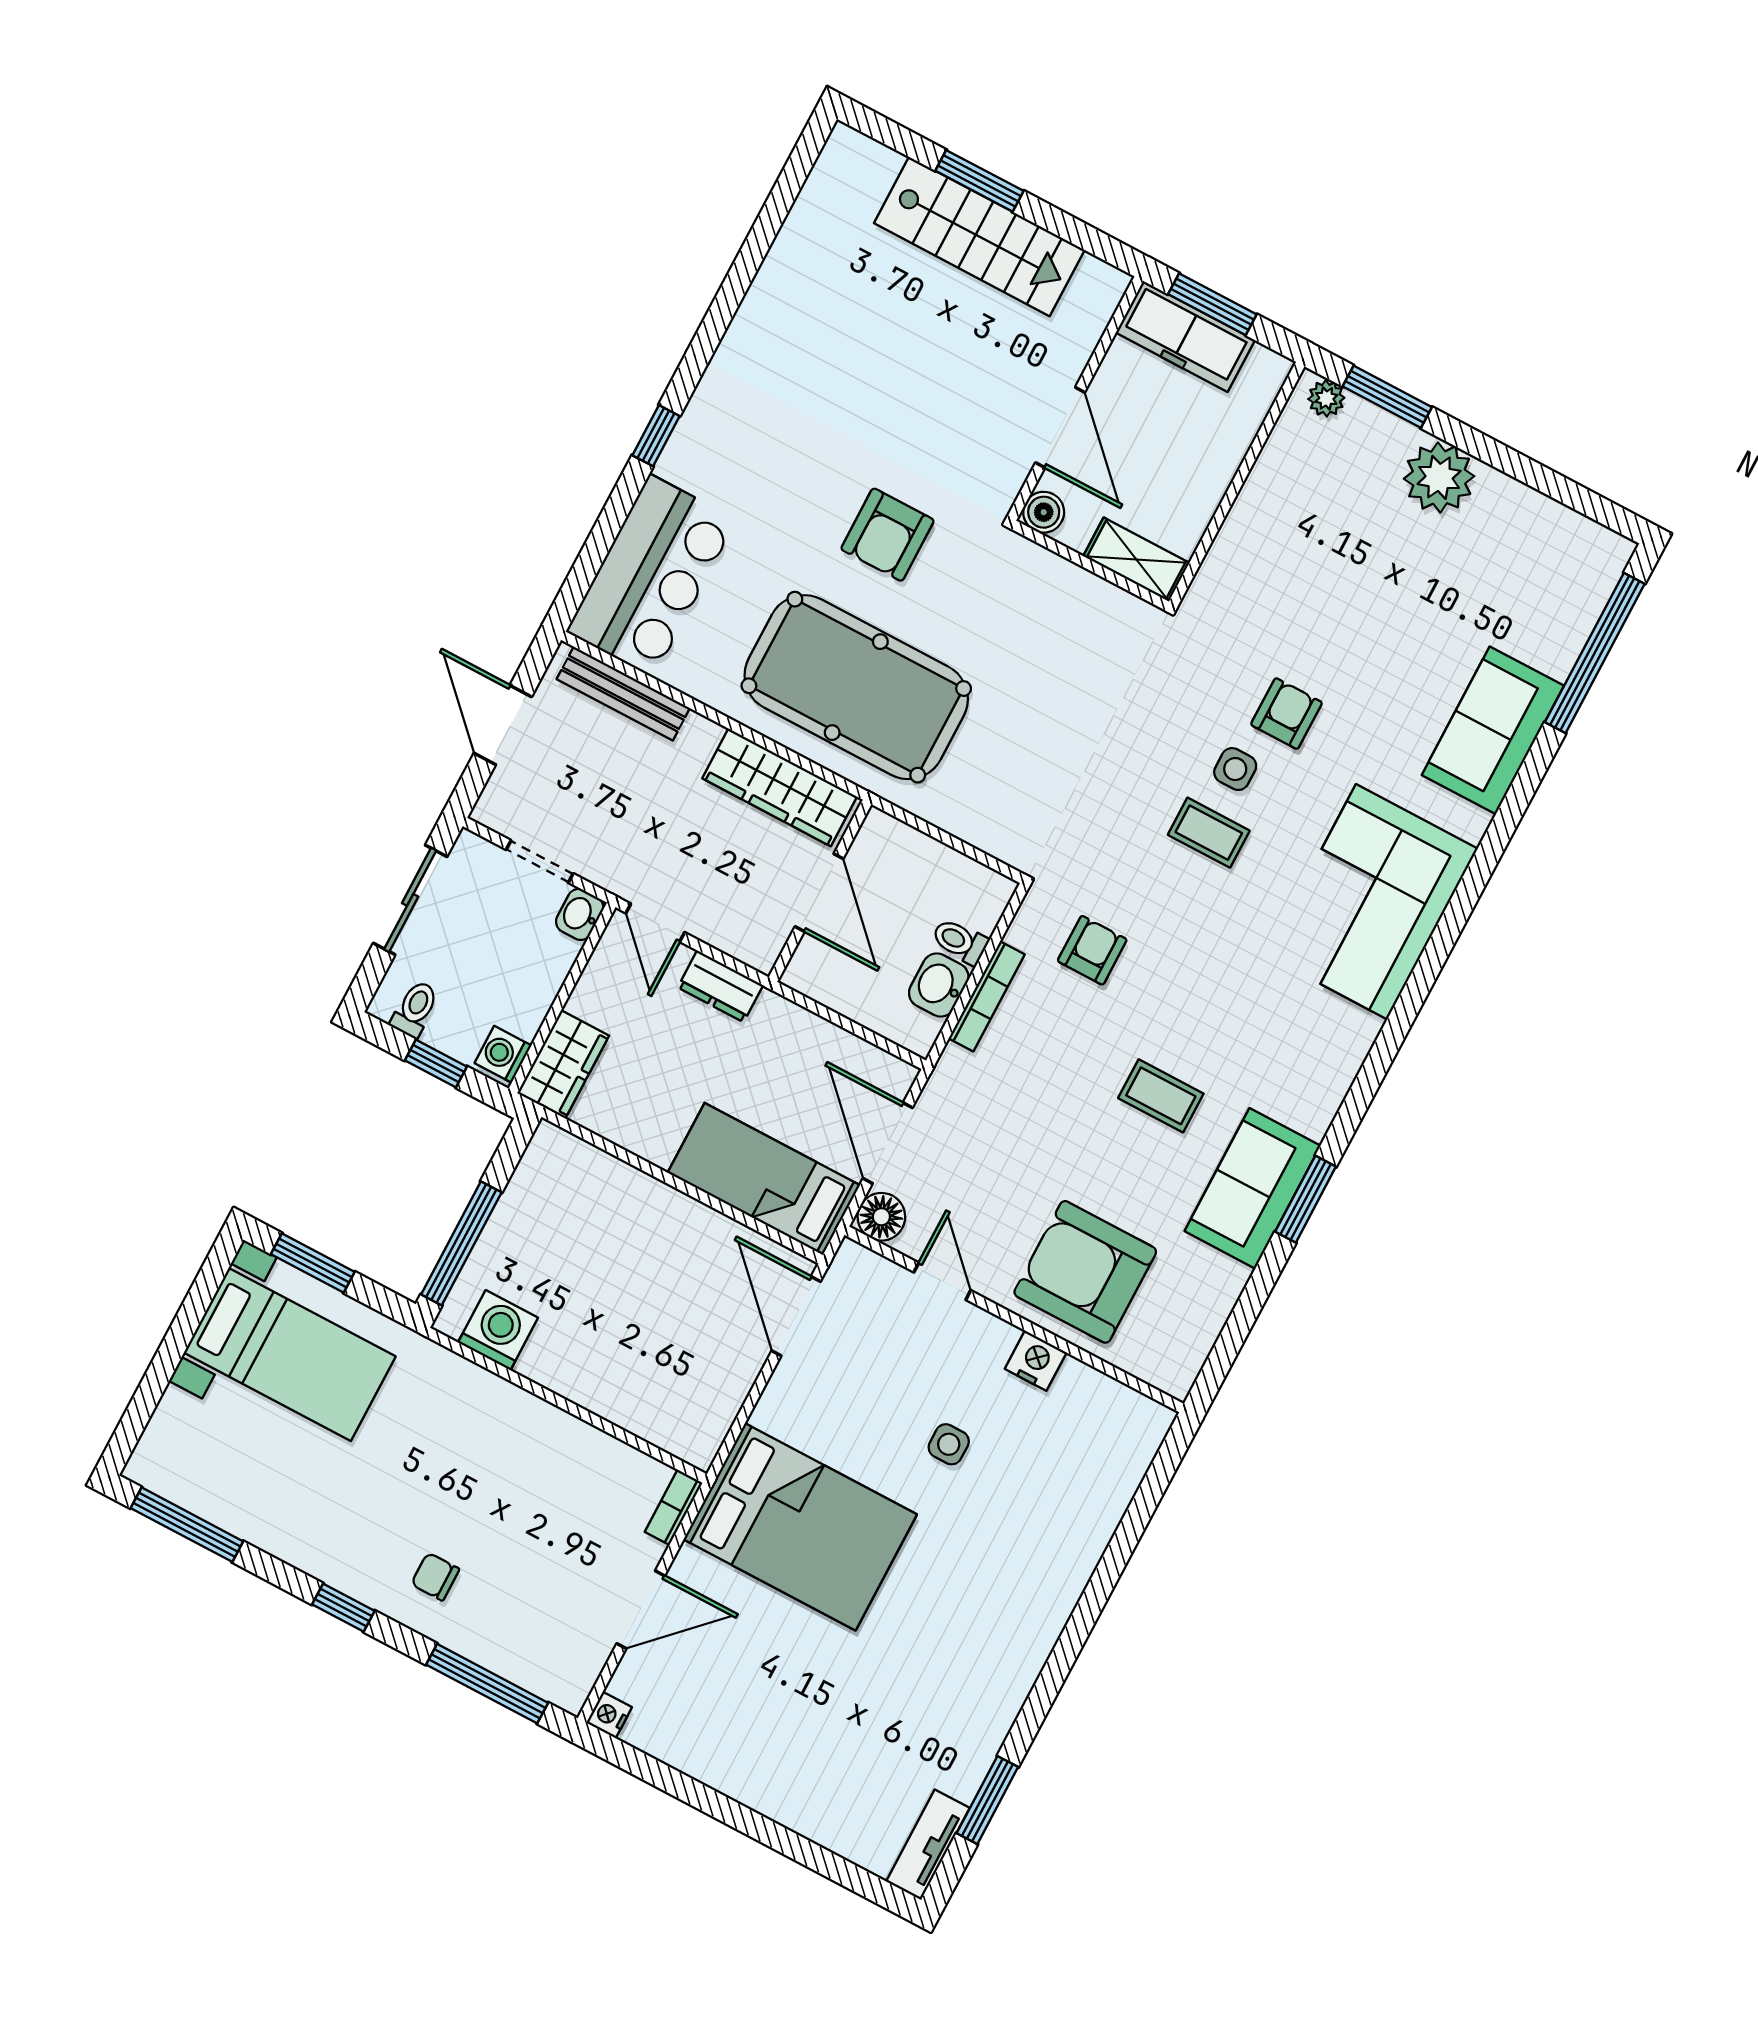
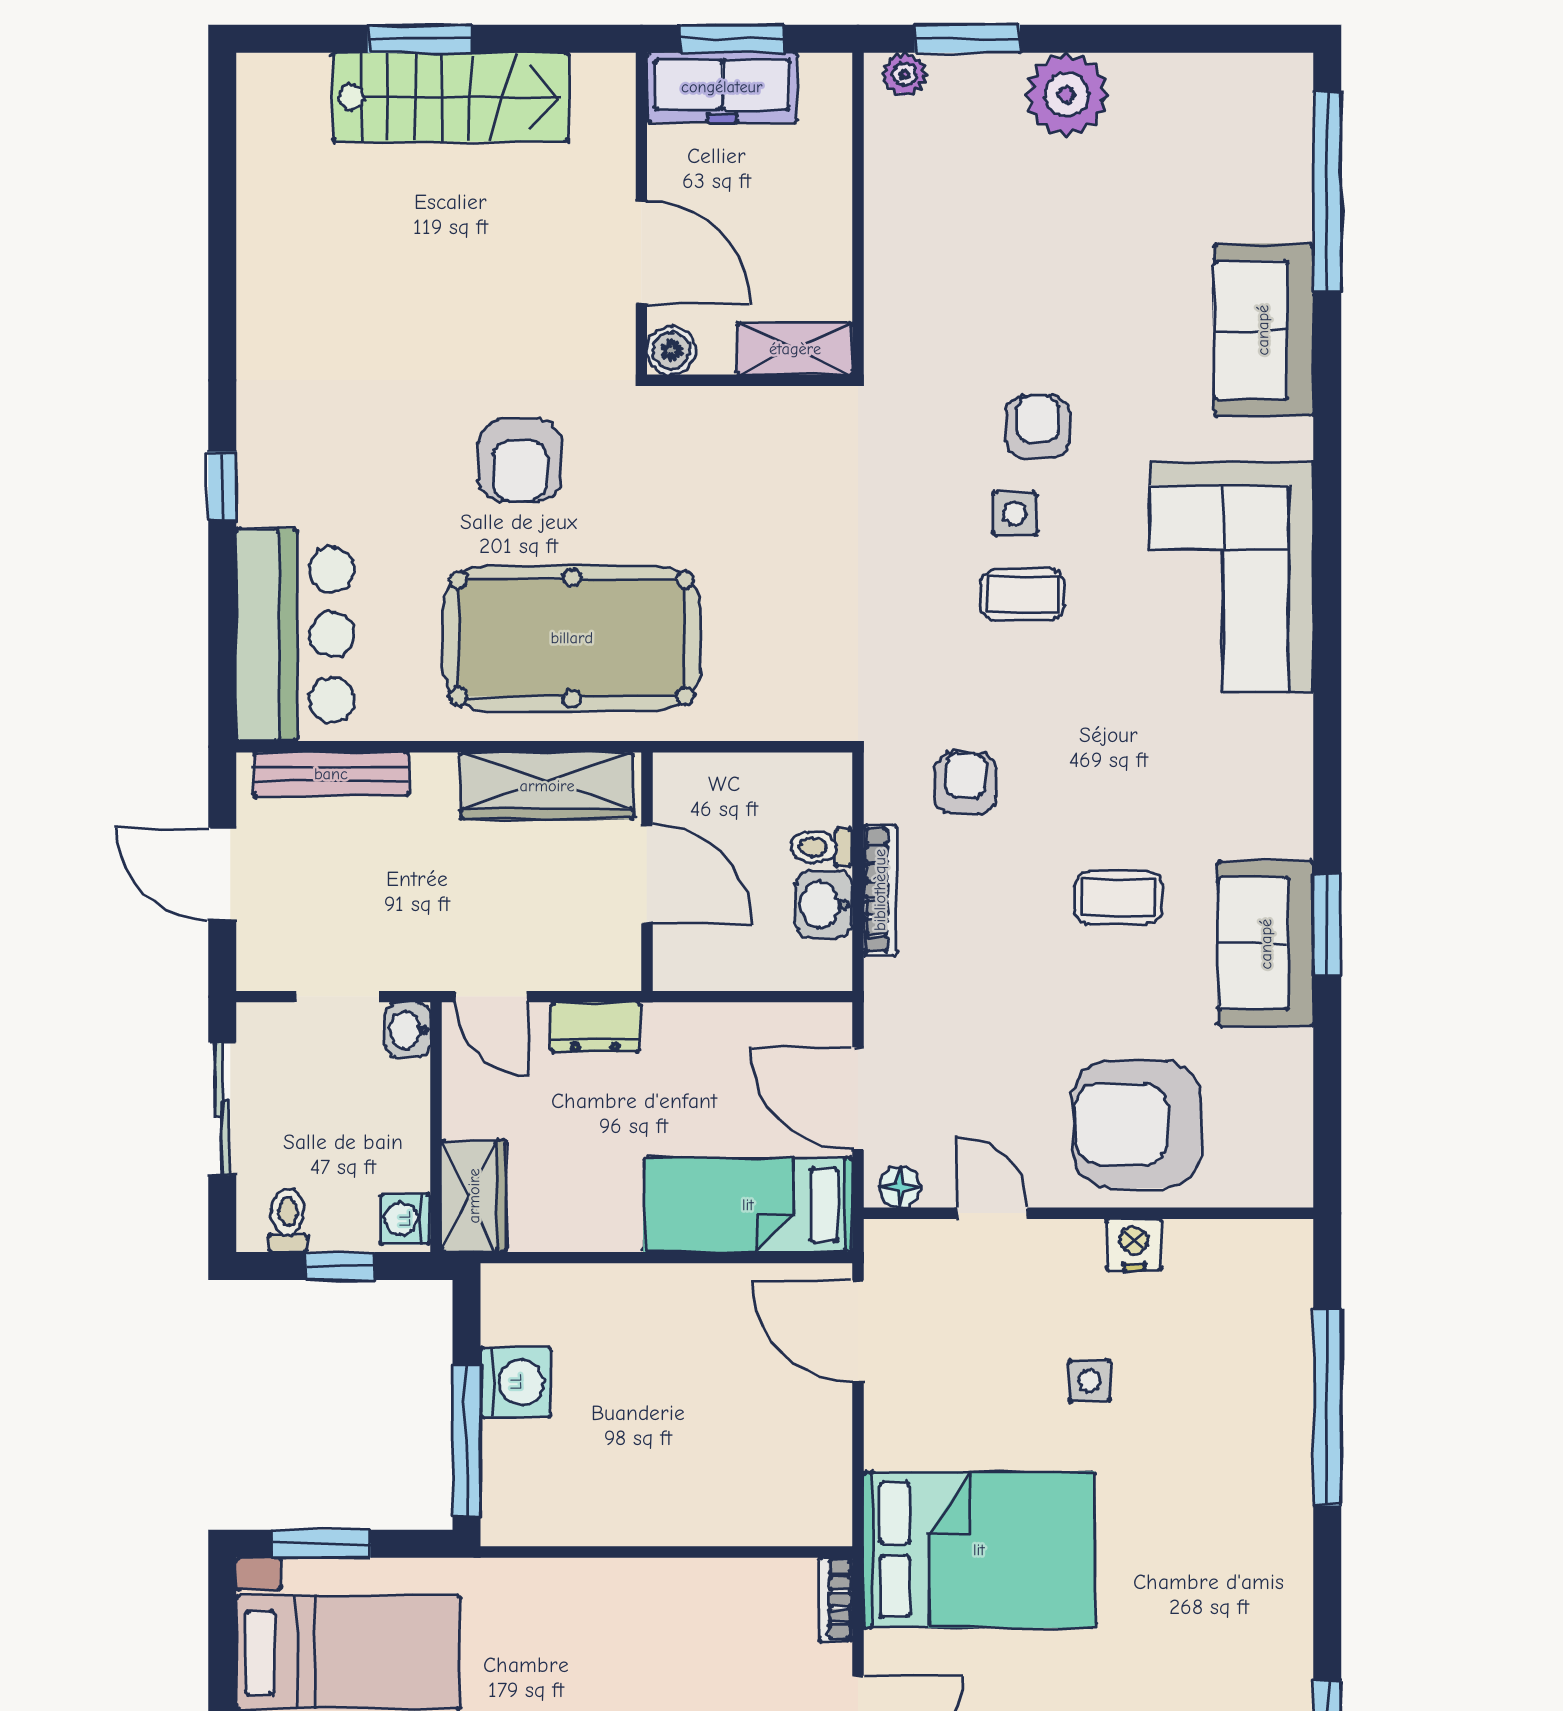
floor lamp: (881, 1217) -> (900, 1187), width x0.73, depth x0.73
washing machine: (498, 1330) -> (516, 1382), moved, turned 90
window: (1116, 1558) -> (1327, 1407), added

